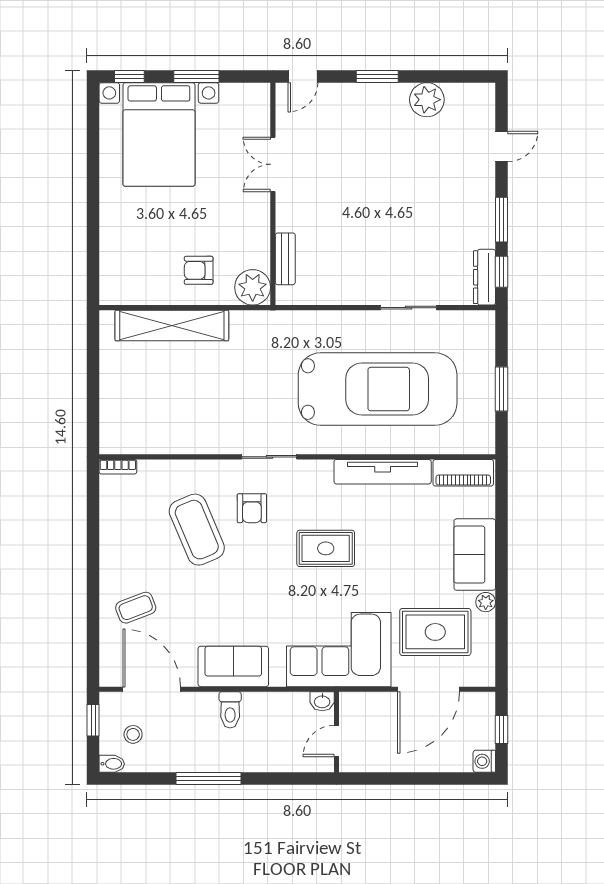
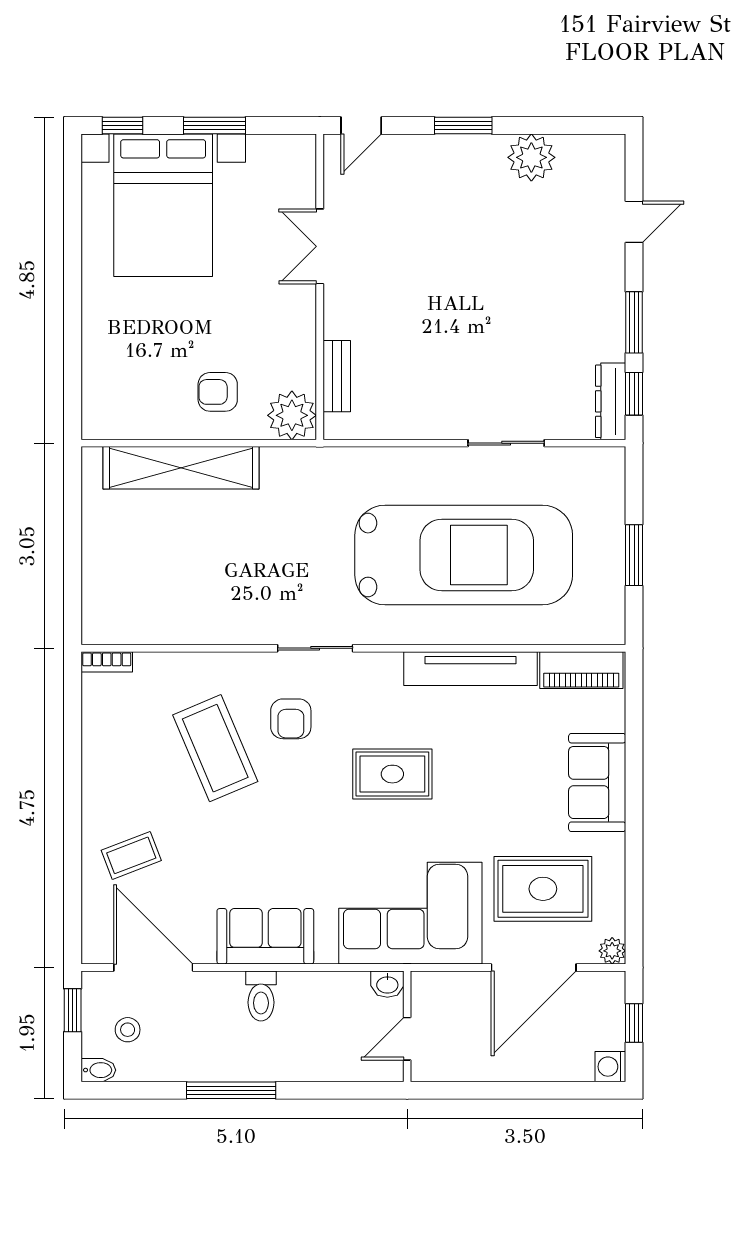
plant: (486, 602) -> (612, 951), moved

